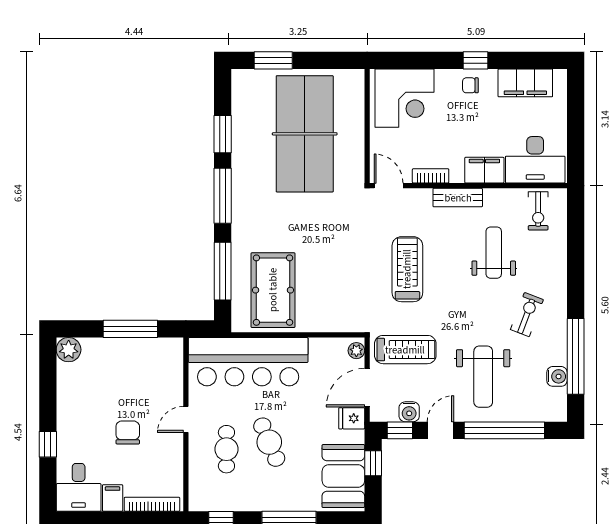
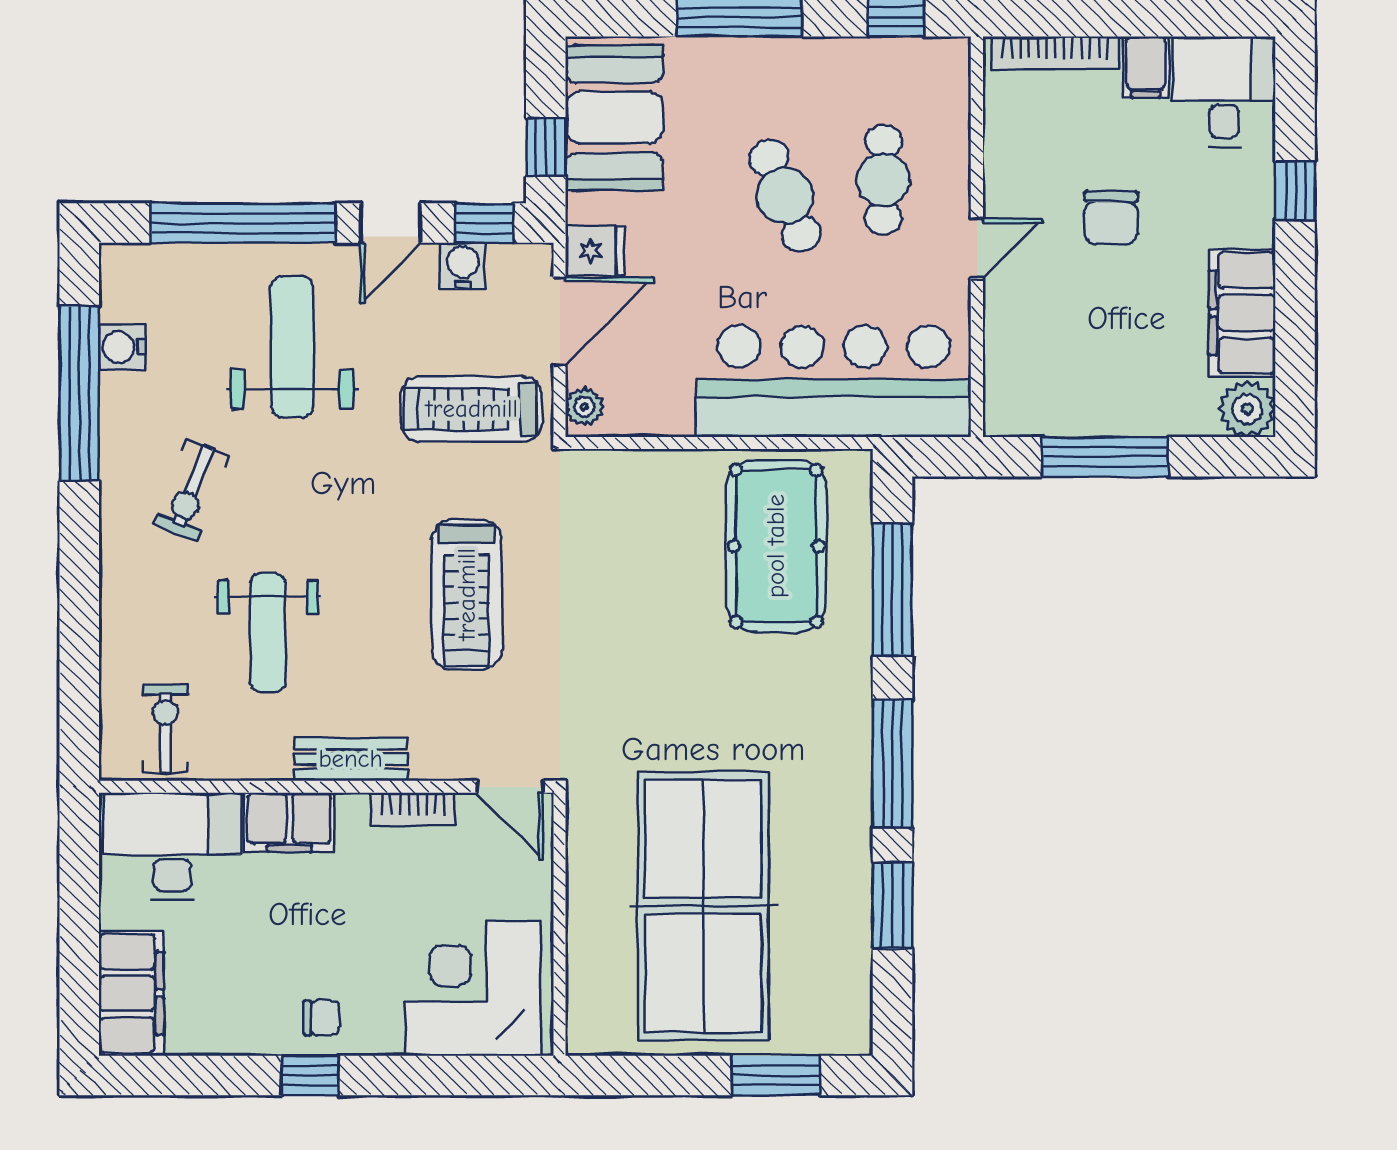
filing cabinet: (525, 83) -> (131, 993), moved, turned 90
filing cabinet: (71, 391) -> (1242, 313), added

